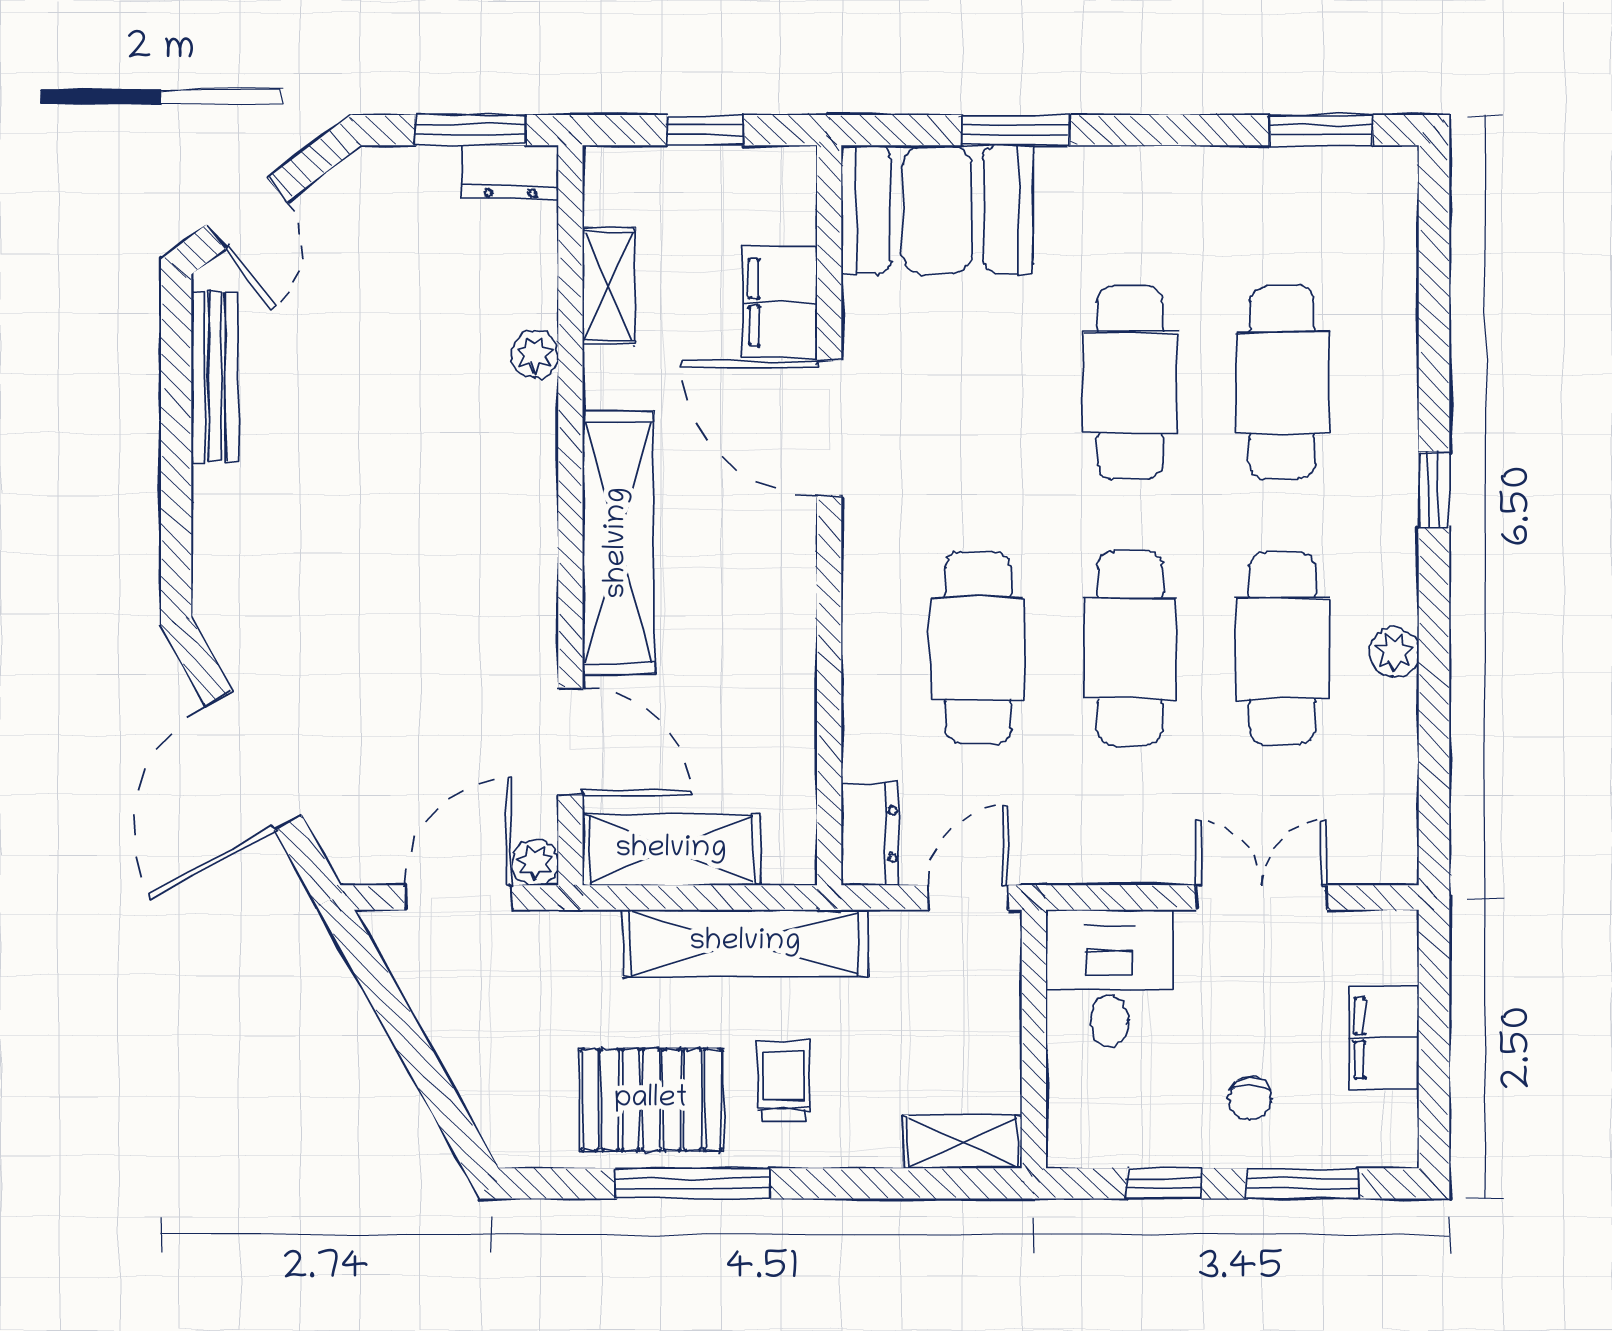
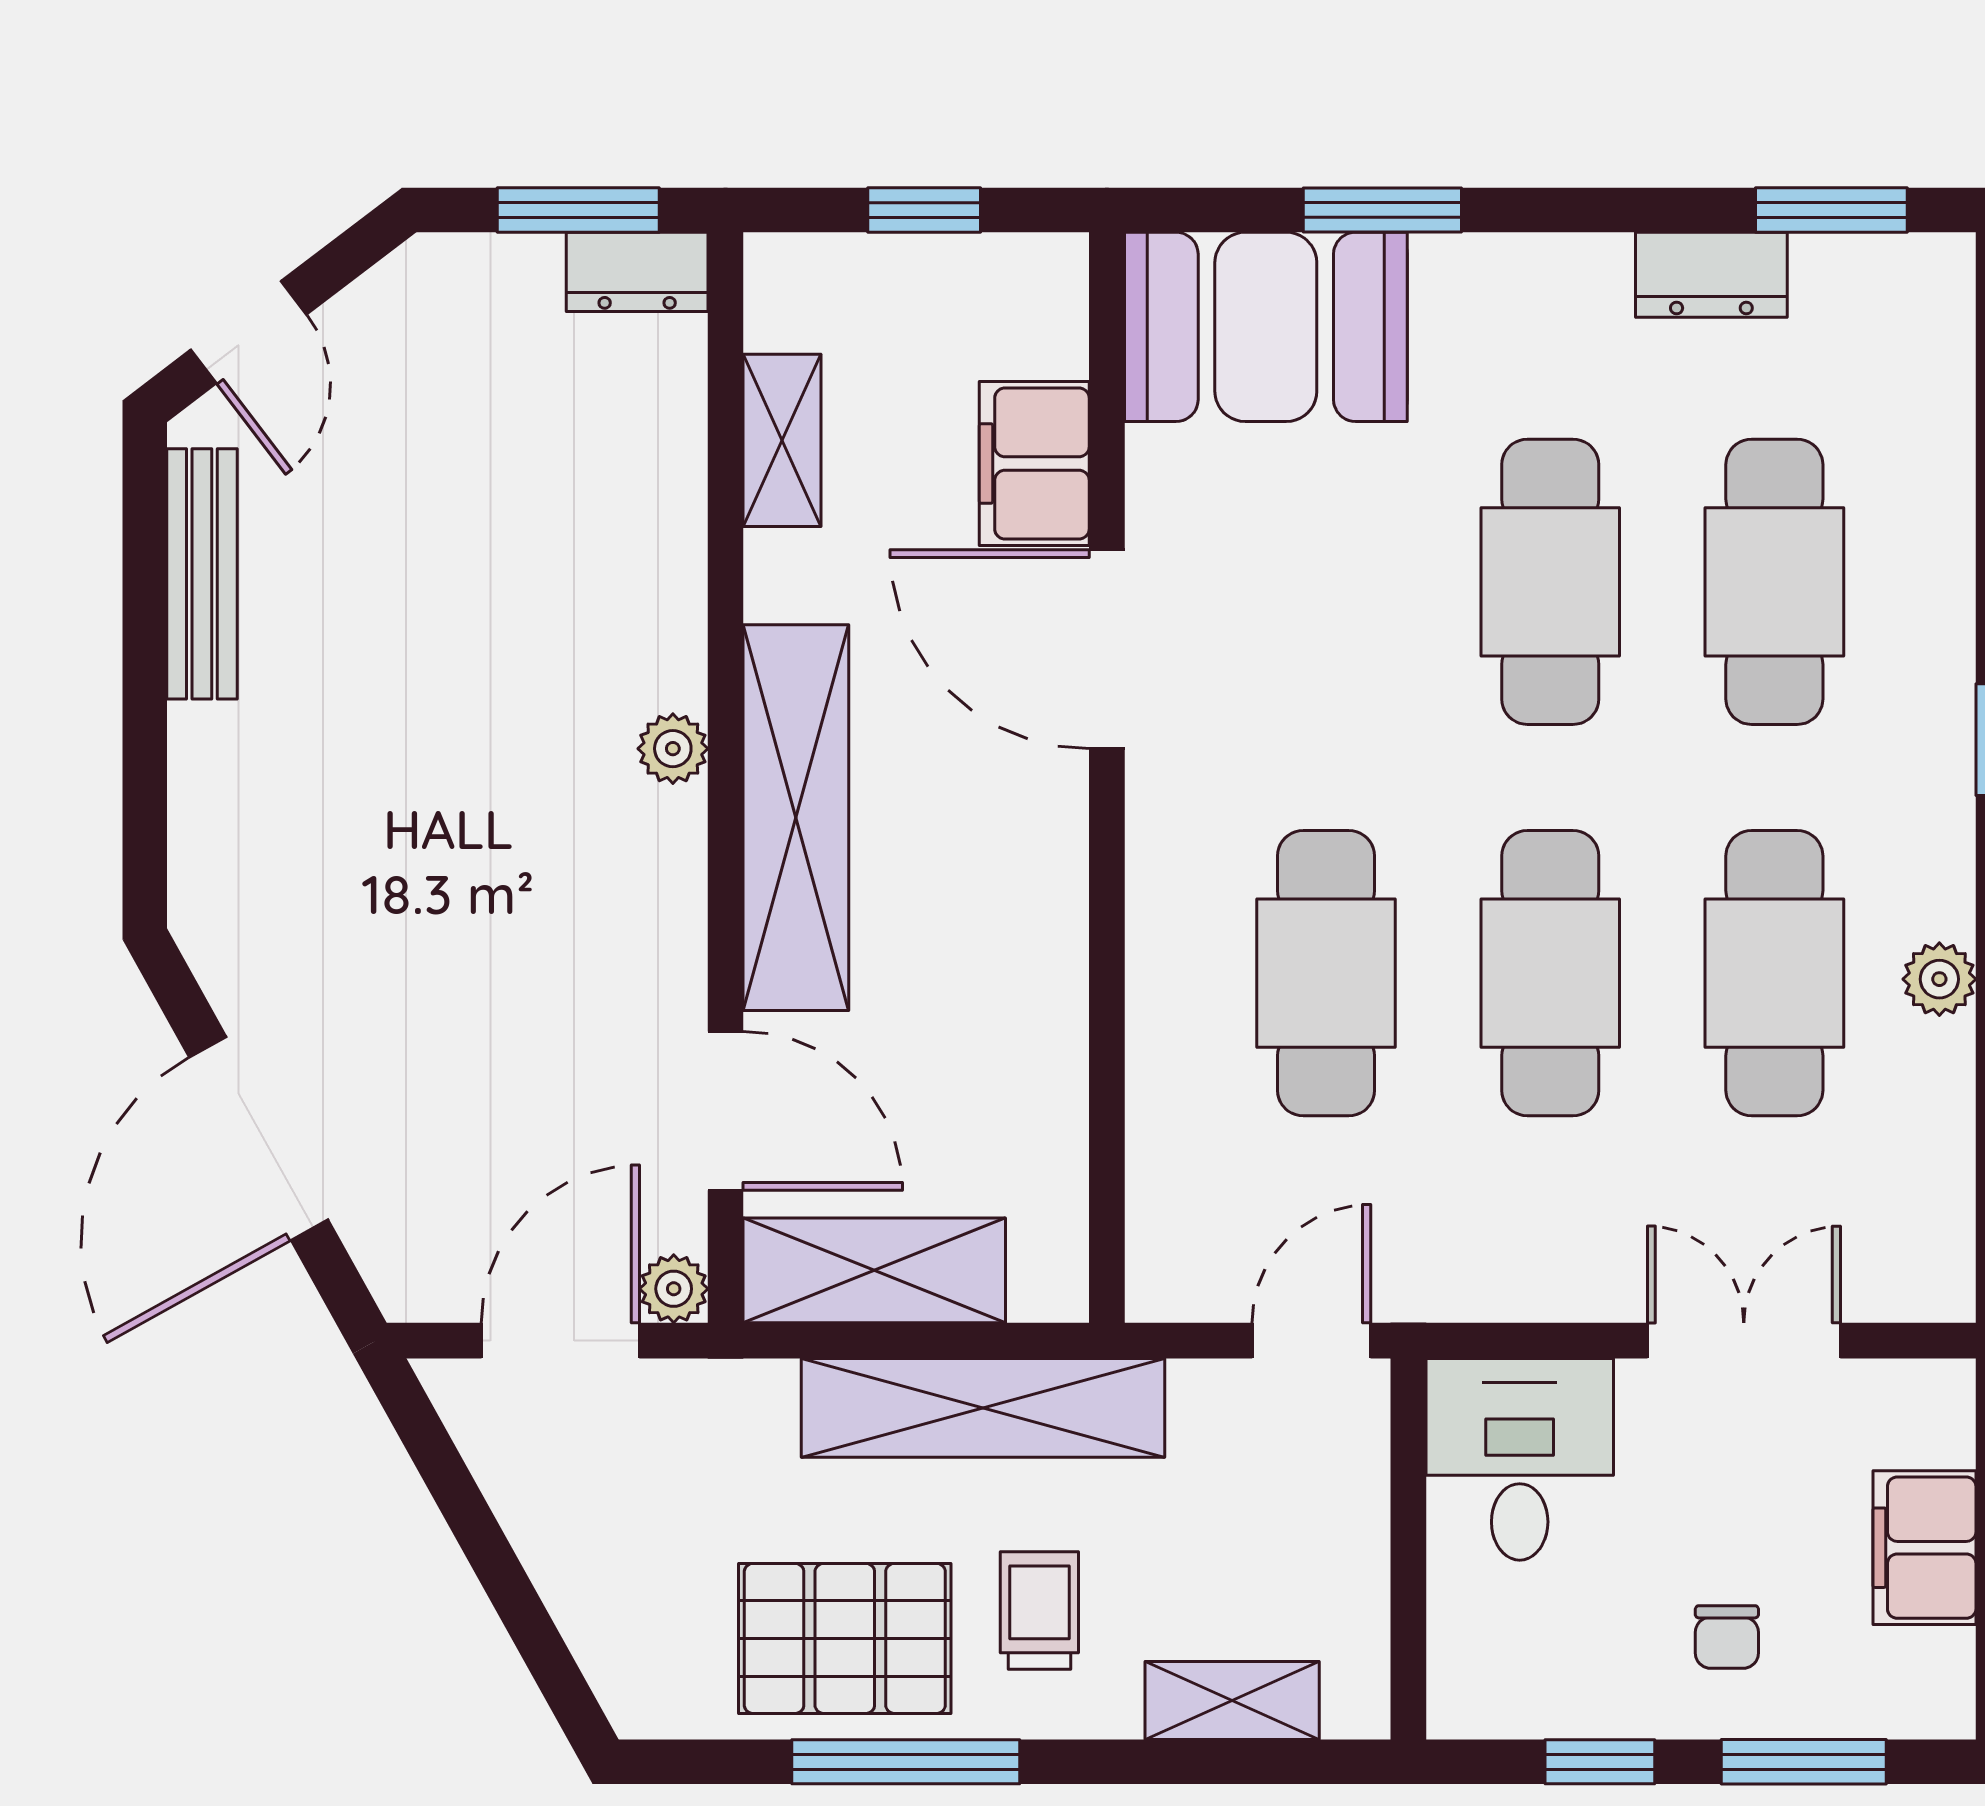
plant: (535, 354) -> (673, 749), moved
dresser: (870, 834) -> (1711, 275), moved, turned 90
shelving: (963, 1142) -> (1232, 1700), moved

